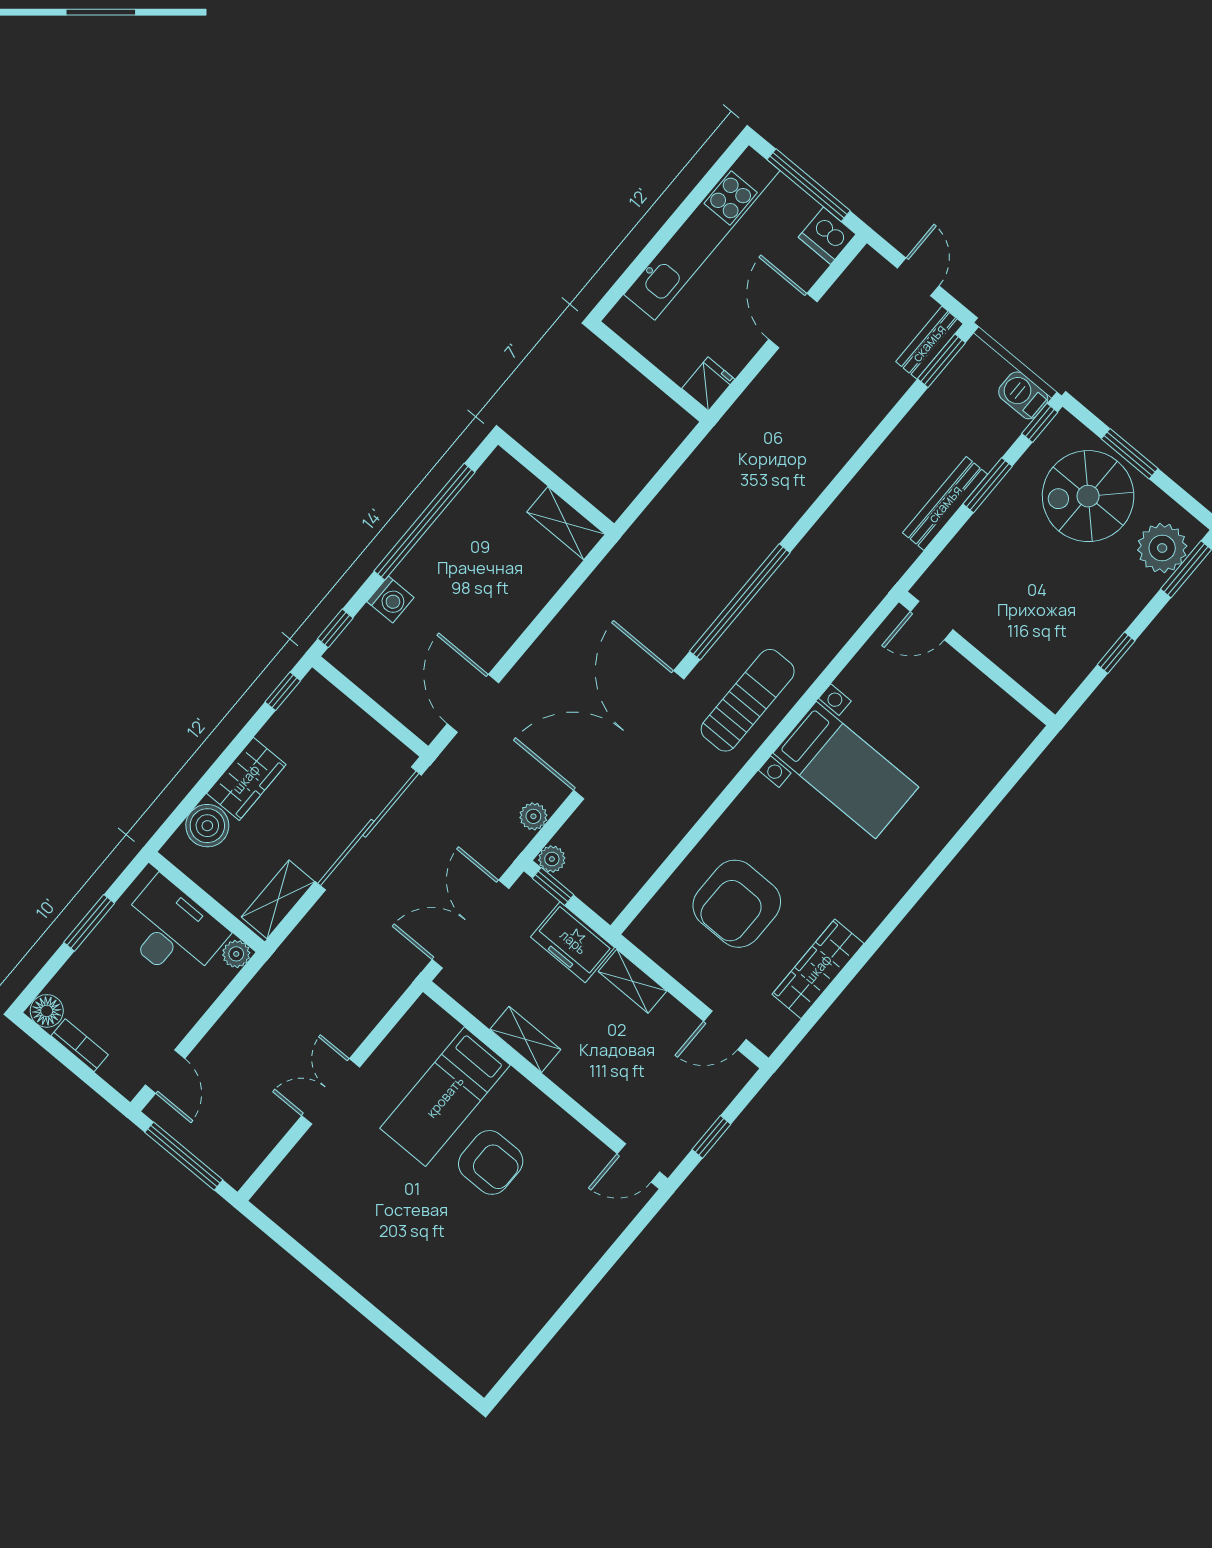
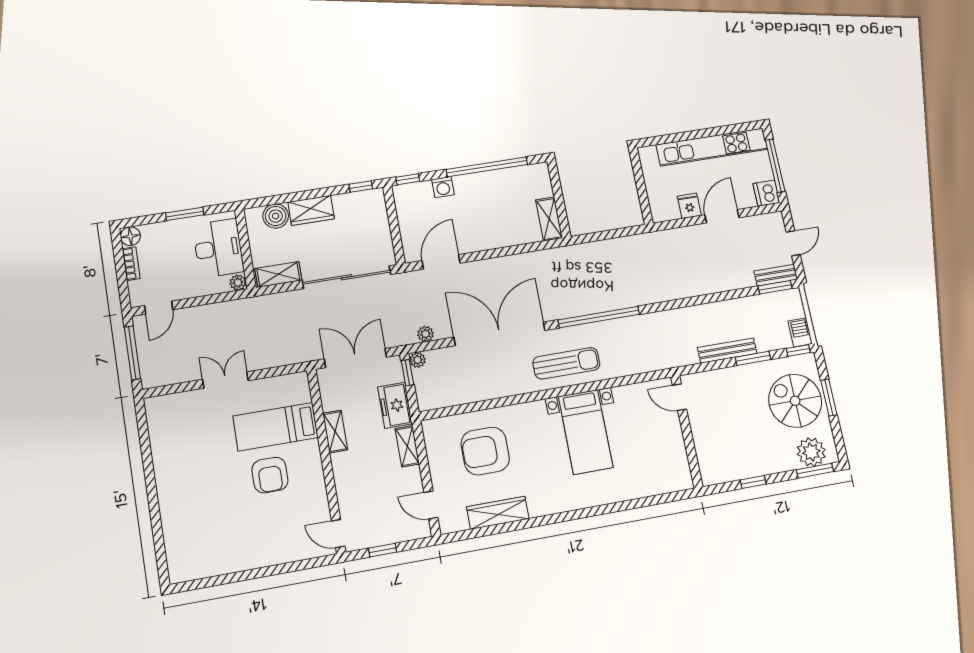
fridge: (708, 384) -> (689, 206), moved, turned -90

